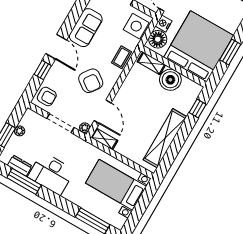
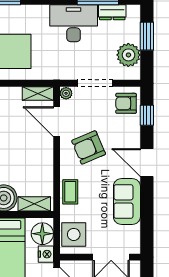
window: (43, 70) -> (147, 115), moved
armchair: (91, 81) -> (89, 147), turned -58
plant: (20, 131) -> (128, 55), width x1.88, depth x1.88

